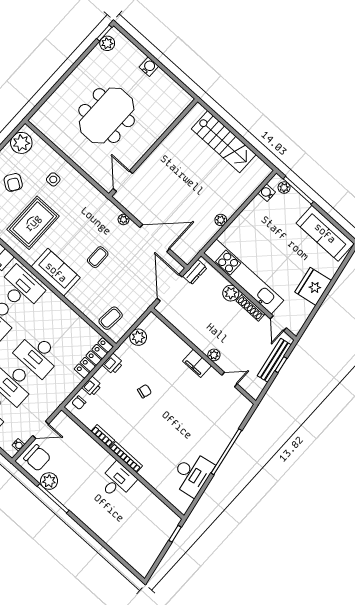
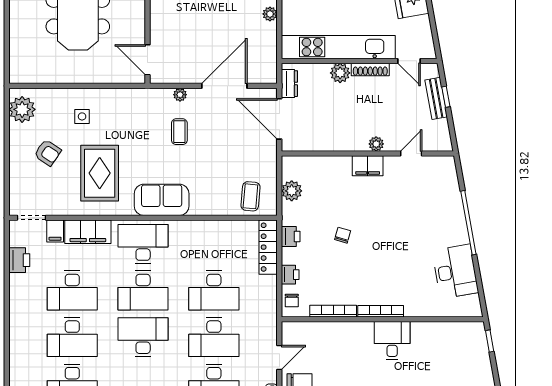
coffee table: (98, 257) -> (179, 132), moved
bench: (274, 360) -> (436, 98), width x0.73
bookcase: (103, 436) -> (333, 311), width x1.56

